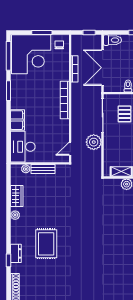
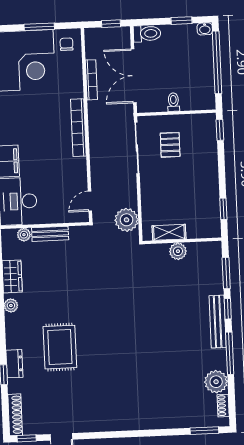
plant: (94, 142) -> (127, 220), moved

